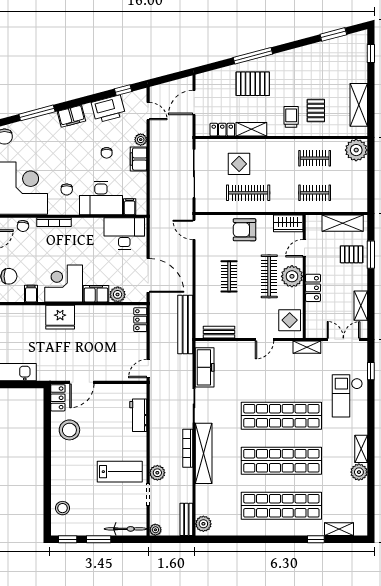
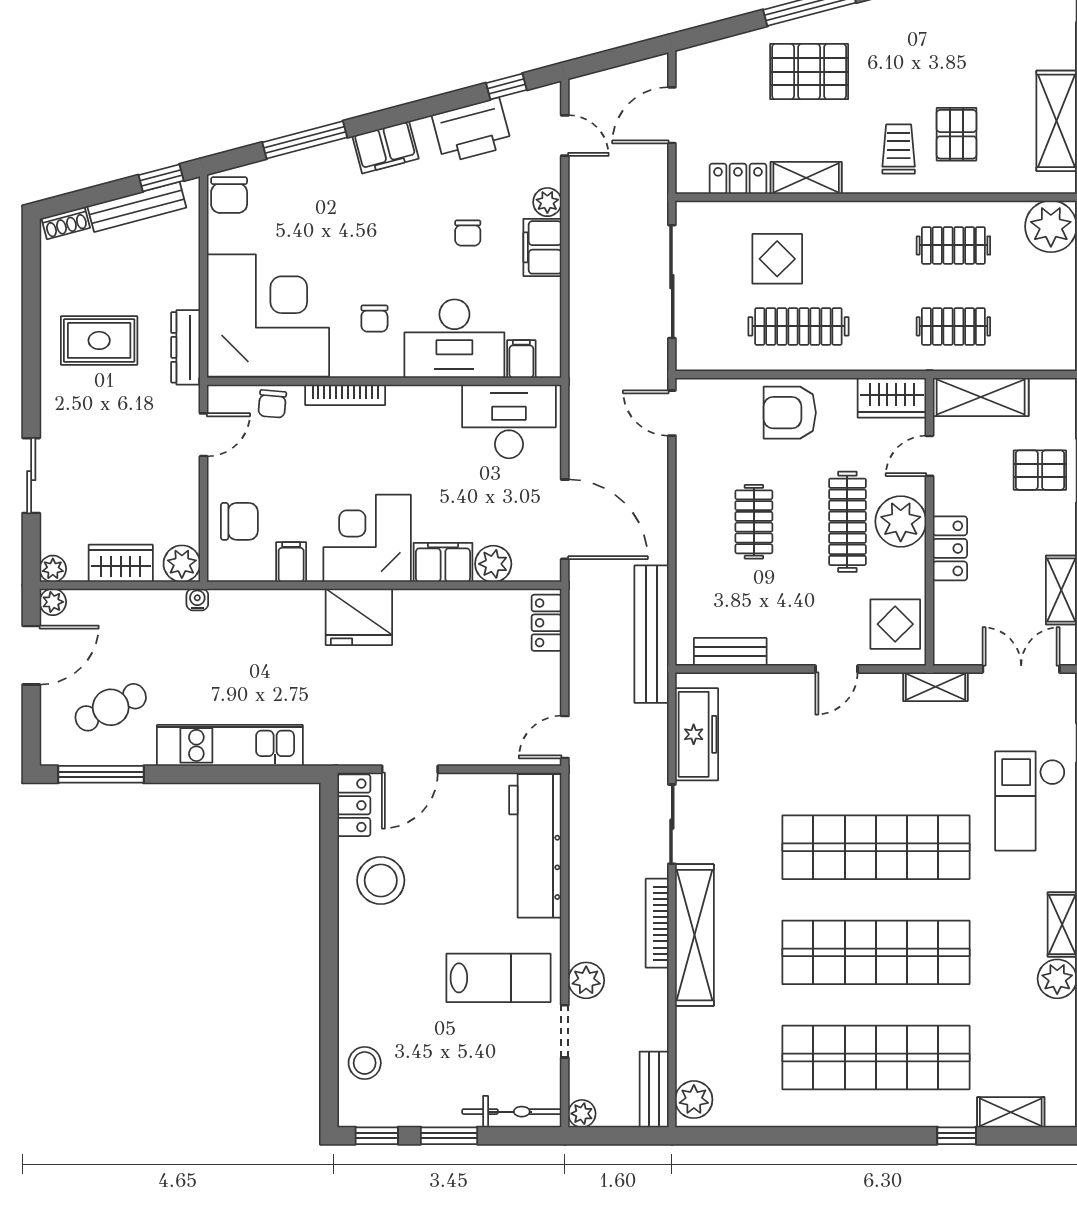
shelving: (343, 223) -> (981, 397), moved
workbench: (138, 415) -> (535, 846), width x1.88, depth x1.32

